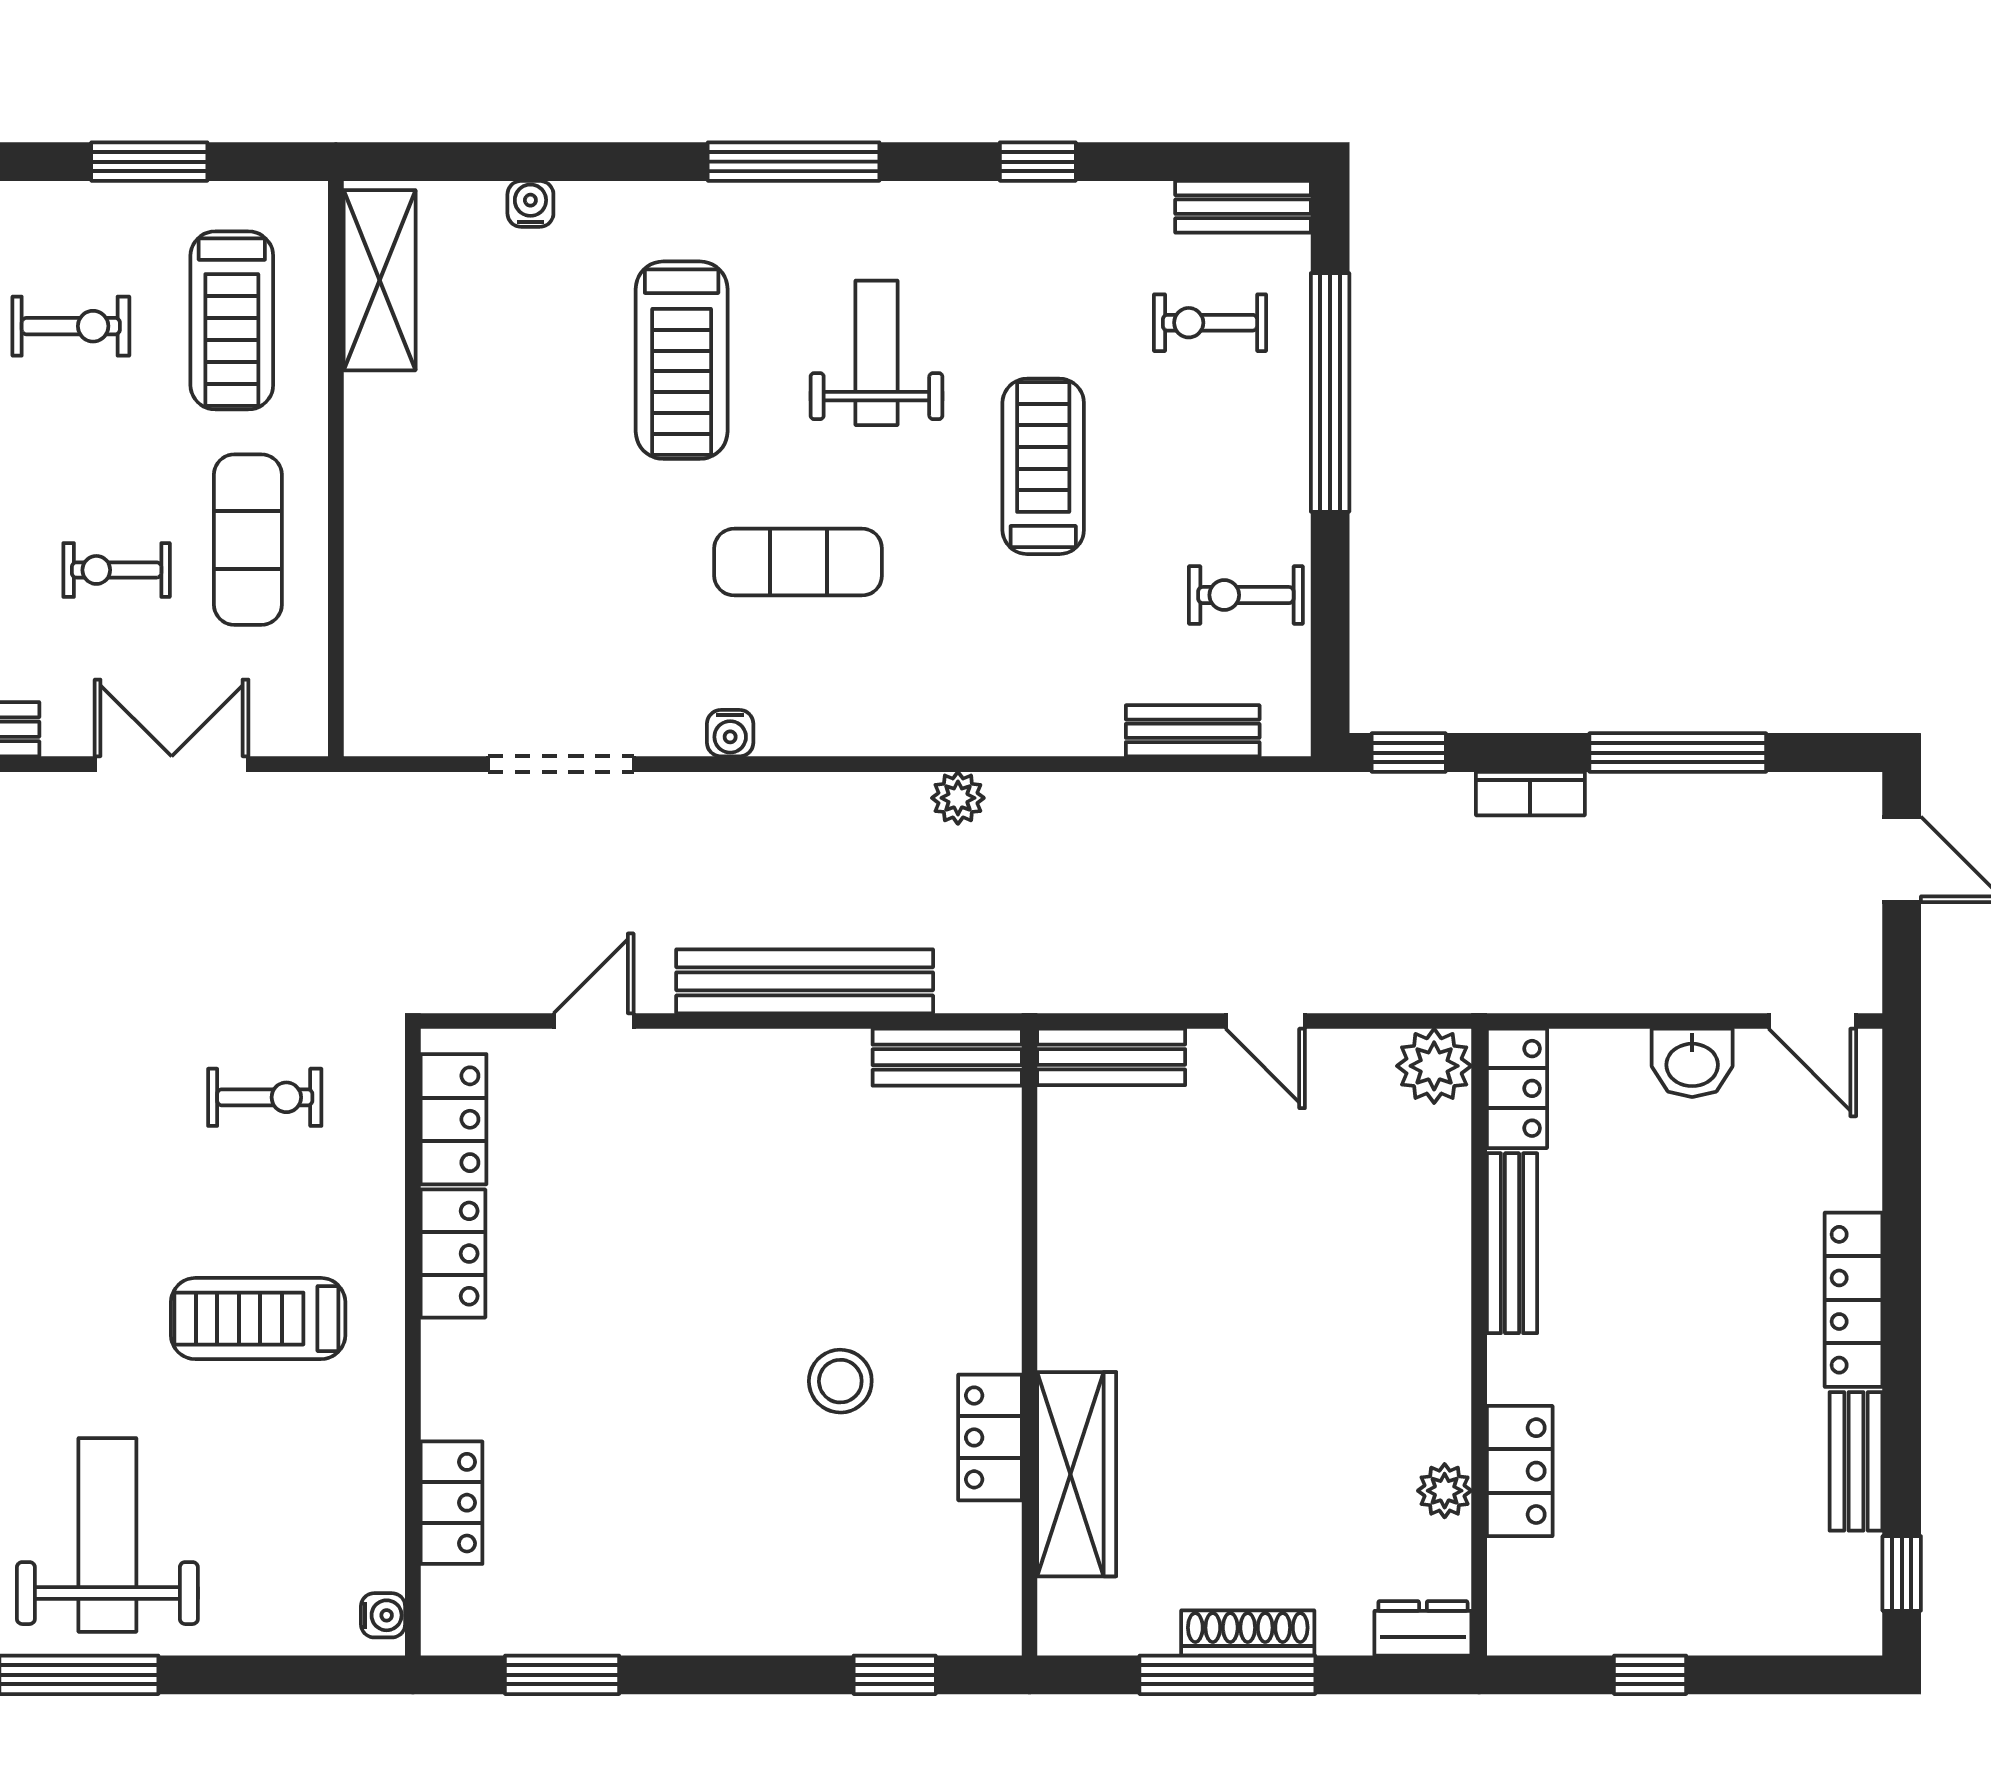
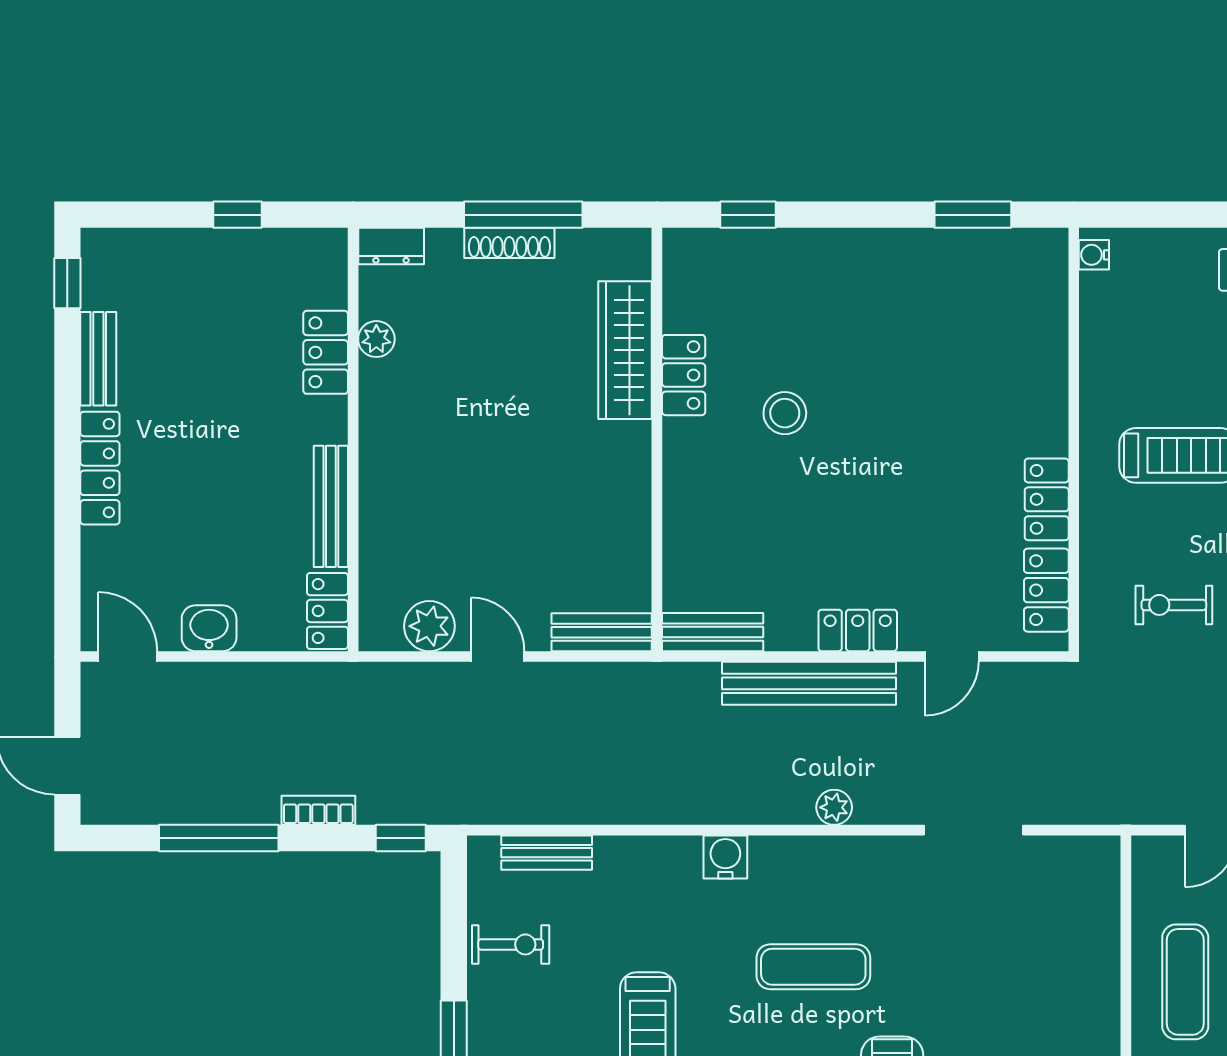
water cooler: (730, 733) -> (725, 857), moved, width x1.38, depth x1.38
plant: (958, 798) -> (834, 807), moved
plant: (1434, 1066) -> (429, 626), moved
locker: (452, 1503) -> (858, 630), moved, turned 90

